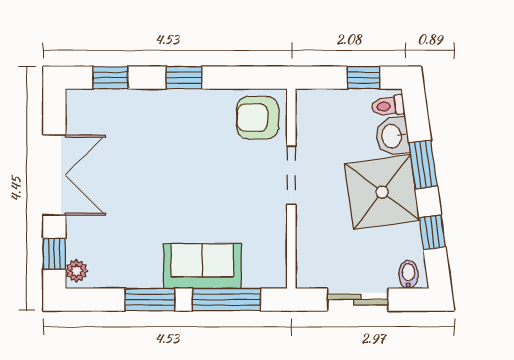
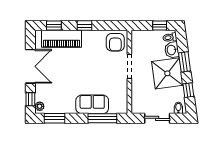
piano: (129, 109) -> (62, 39), added
armchair: (258, 118) -> (115, 42), turned -90
window: (150, 300) -> (54, 118), moved

